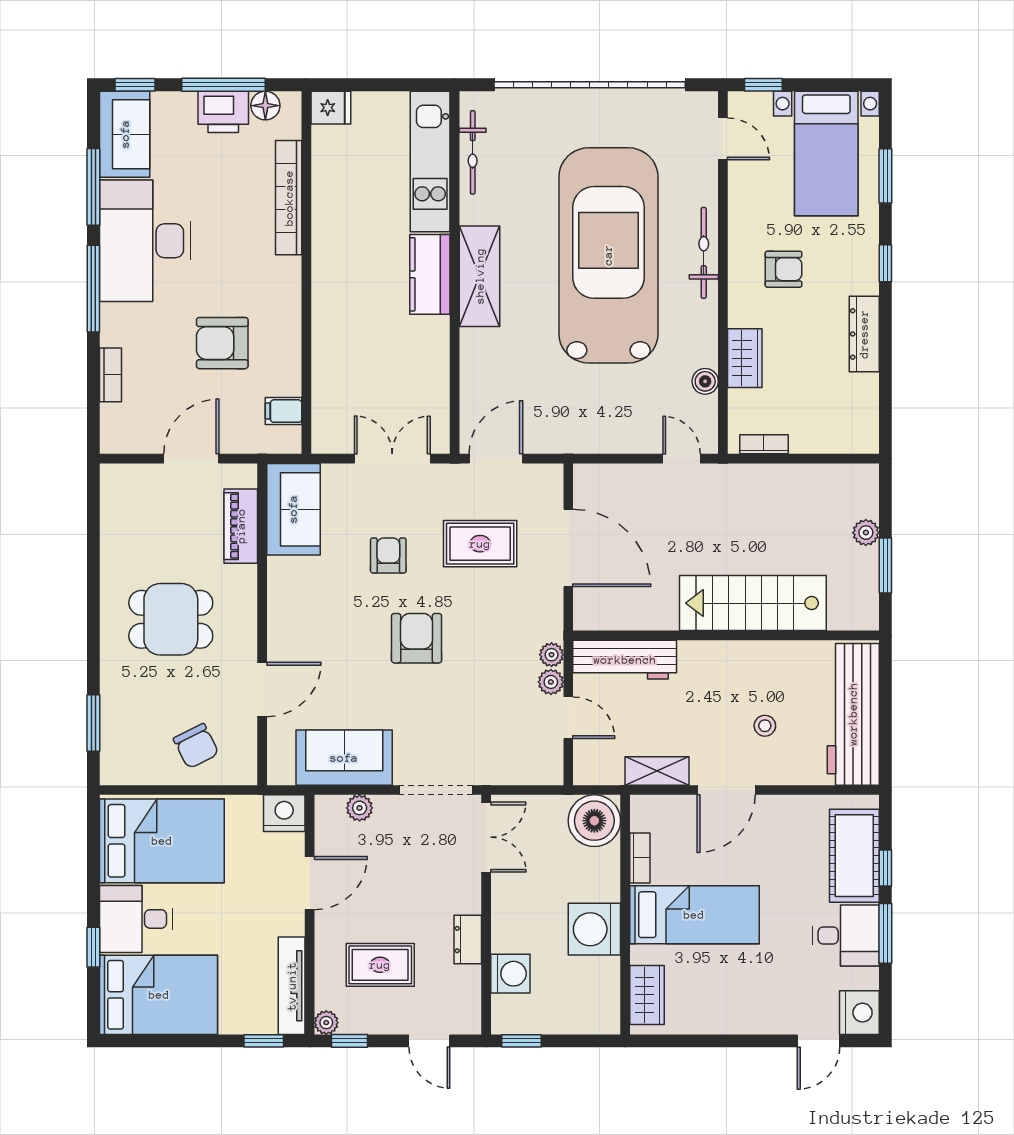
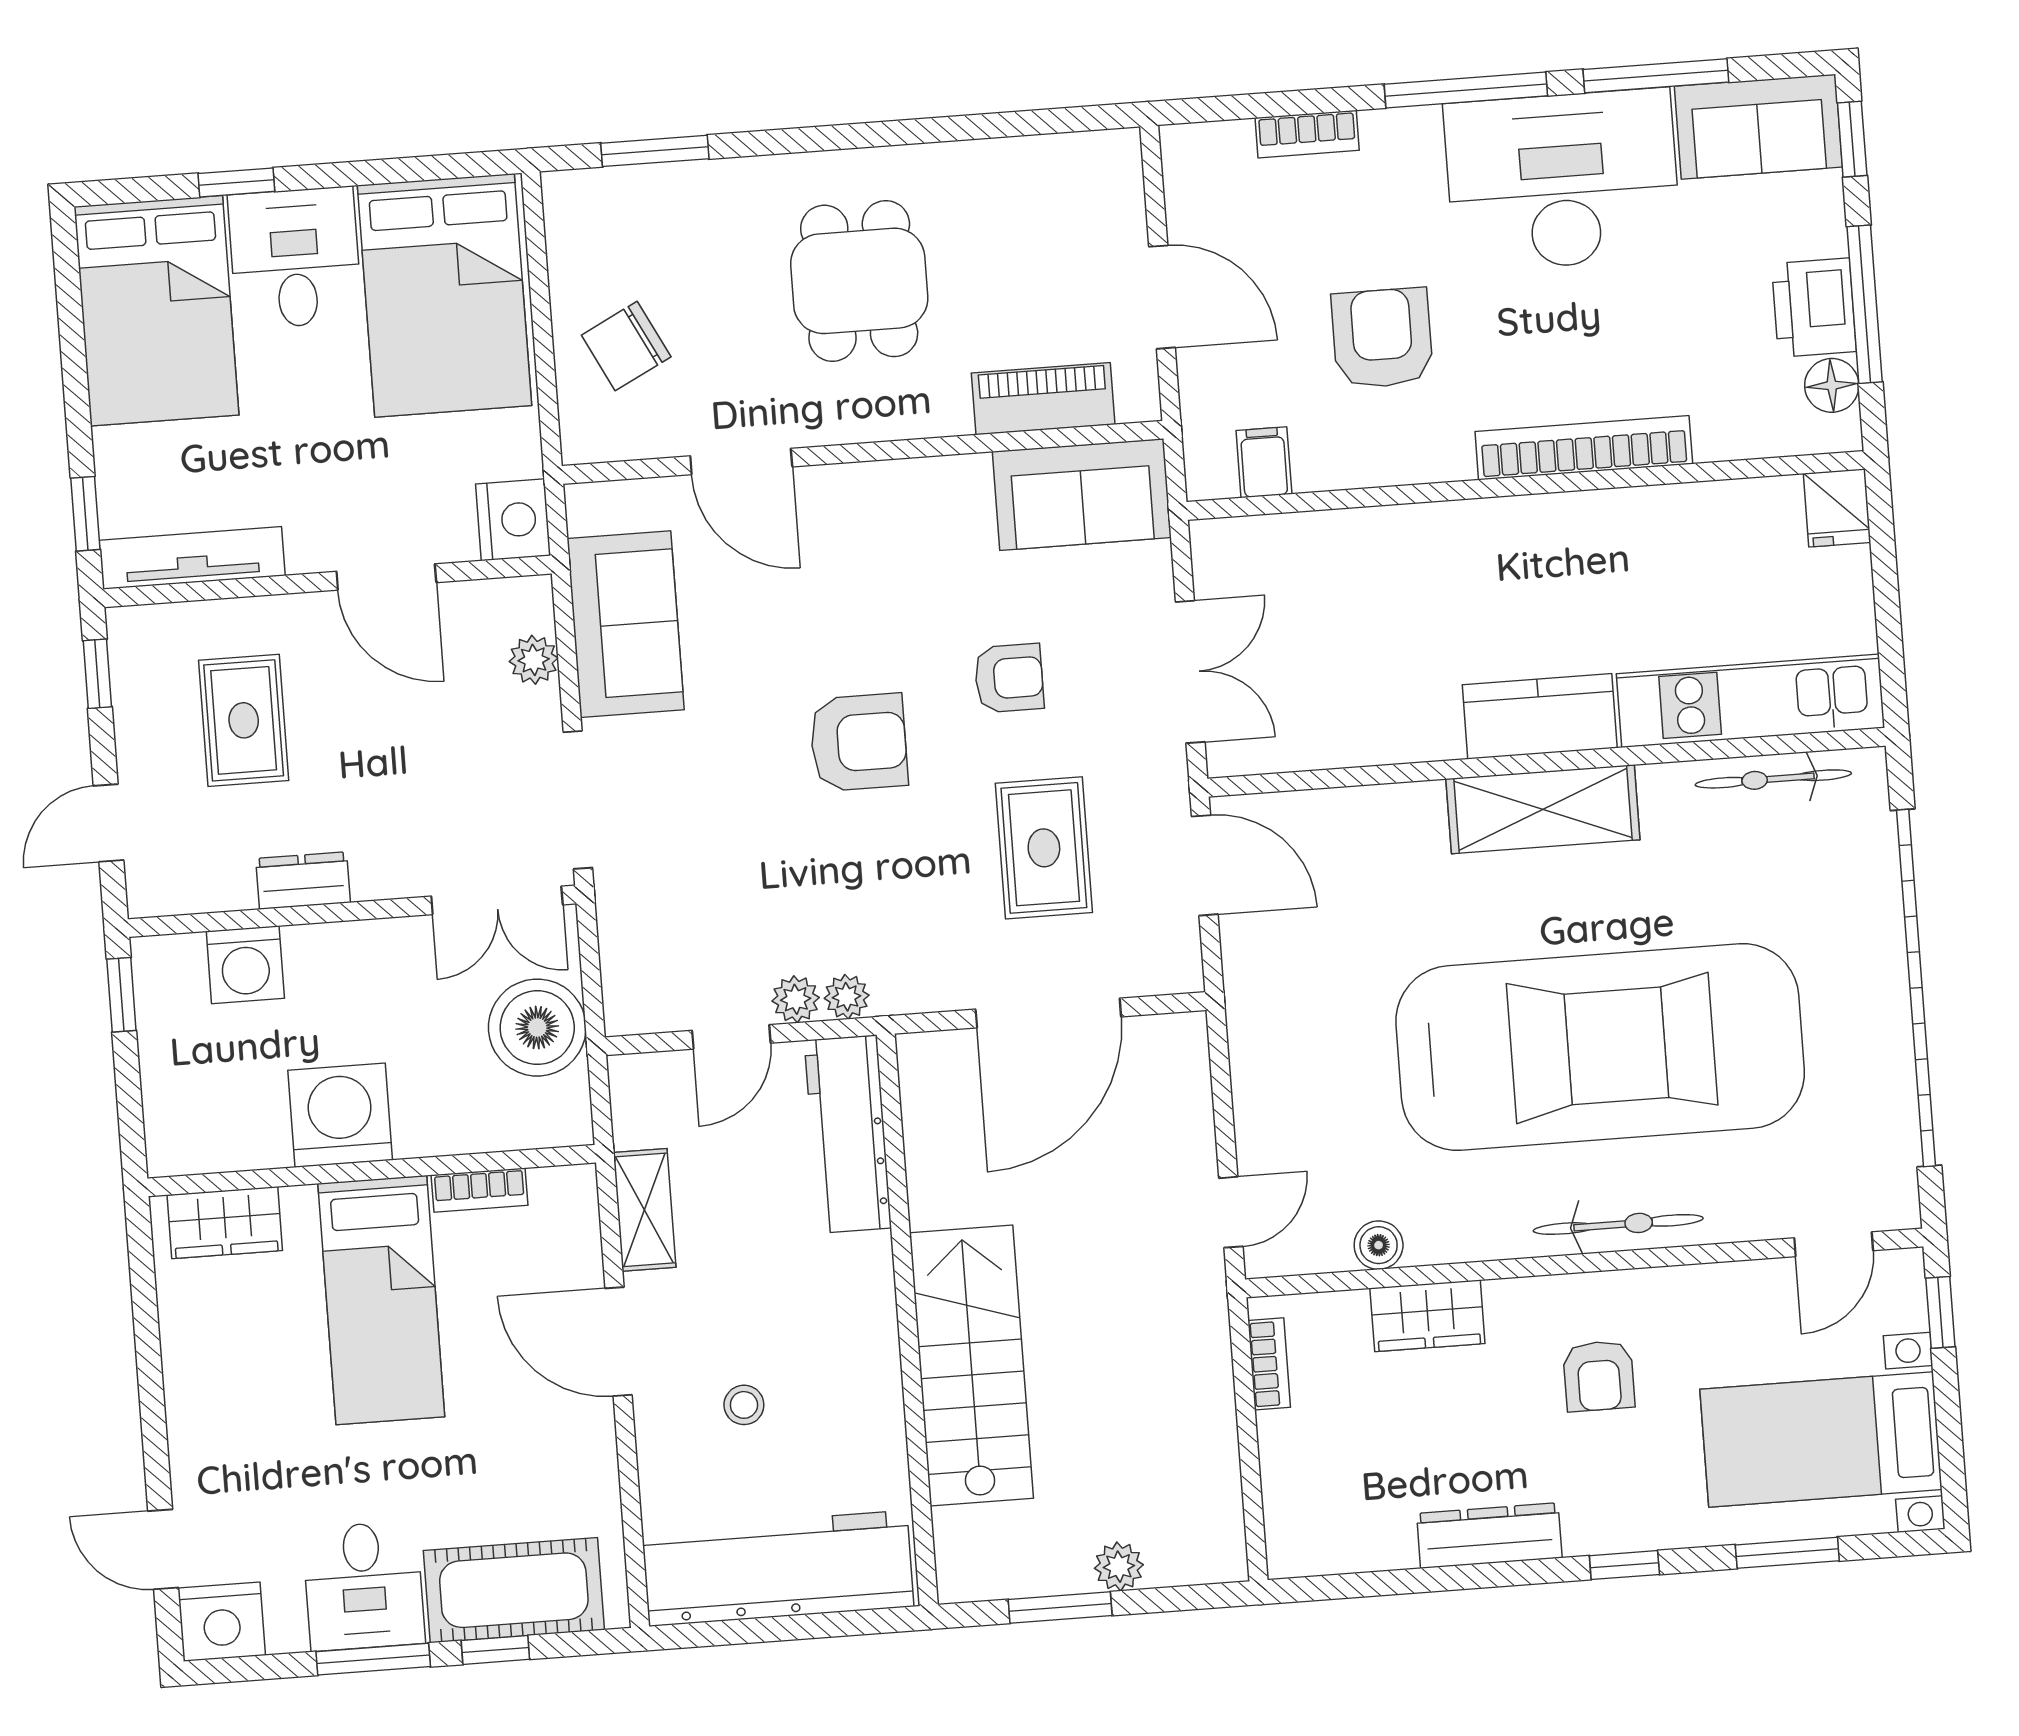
bookcase: (289, 198) -> (1584, 448), moved
boiler: (594, 821) -> (537, 1028), moved
plant: (326, 1023) -> (128, 628), removed

